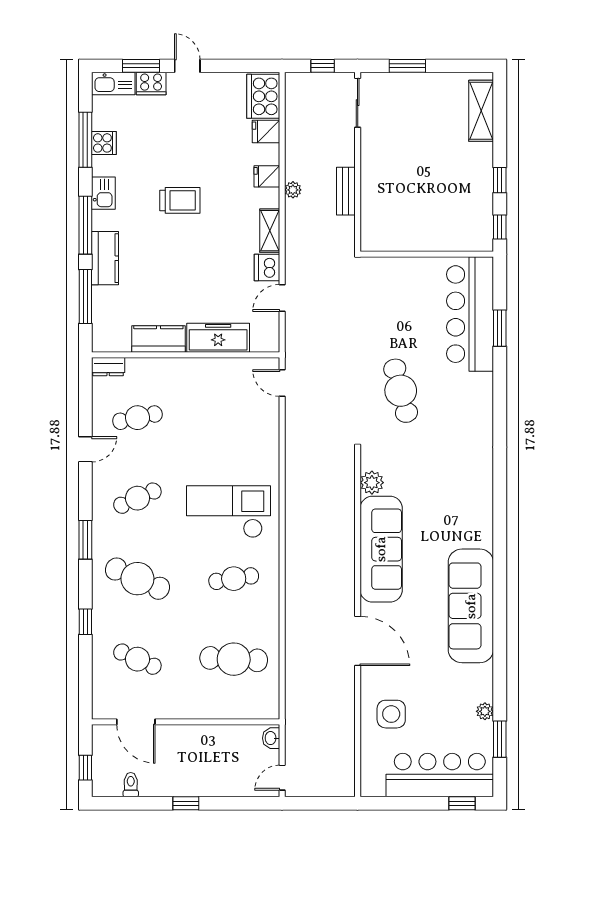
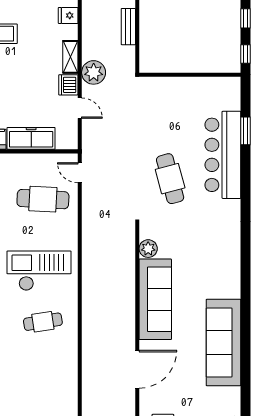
plant: (293, 190) -> (94, 72), moved, width x1.88, depth x1.88
door: (282, 298) -> (80, 108), swing flipped
bar counter: (470, 314) -> (223, 155), moved
door: (358, 641) -> (137, 369), hinge flipped
cafe table: (234, 659) -> (43, 199), moved

